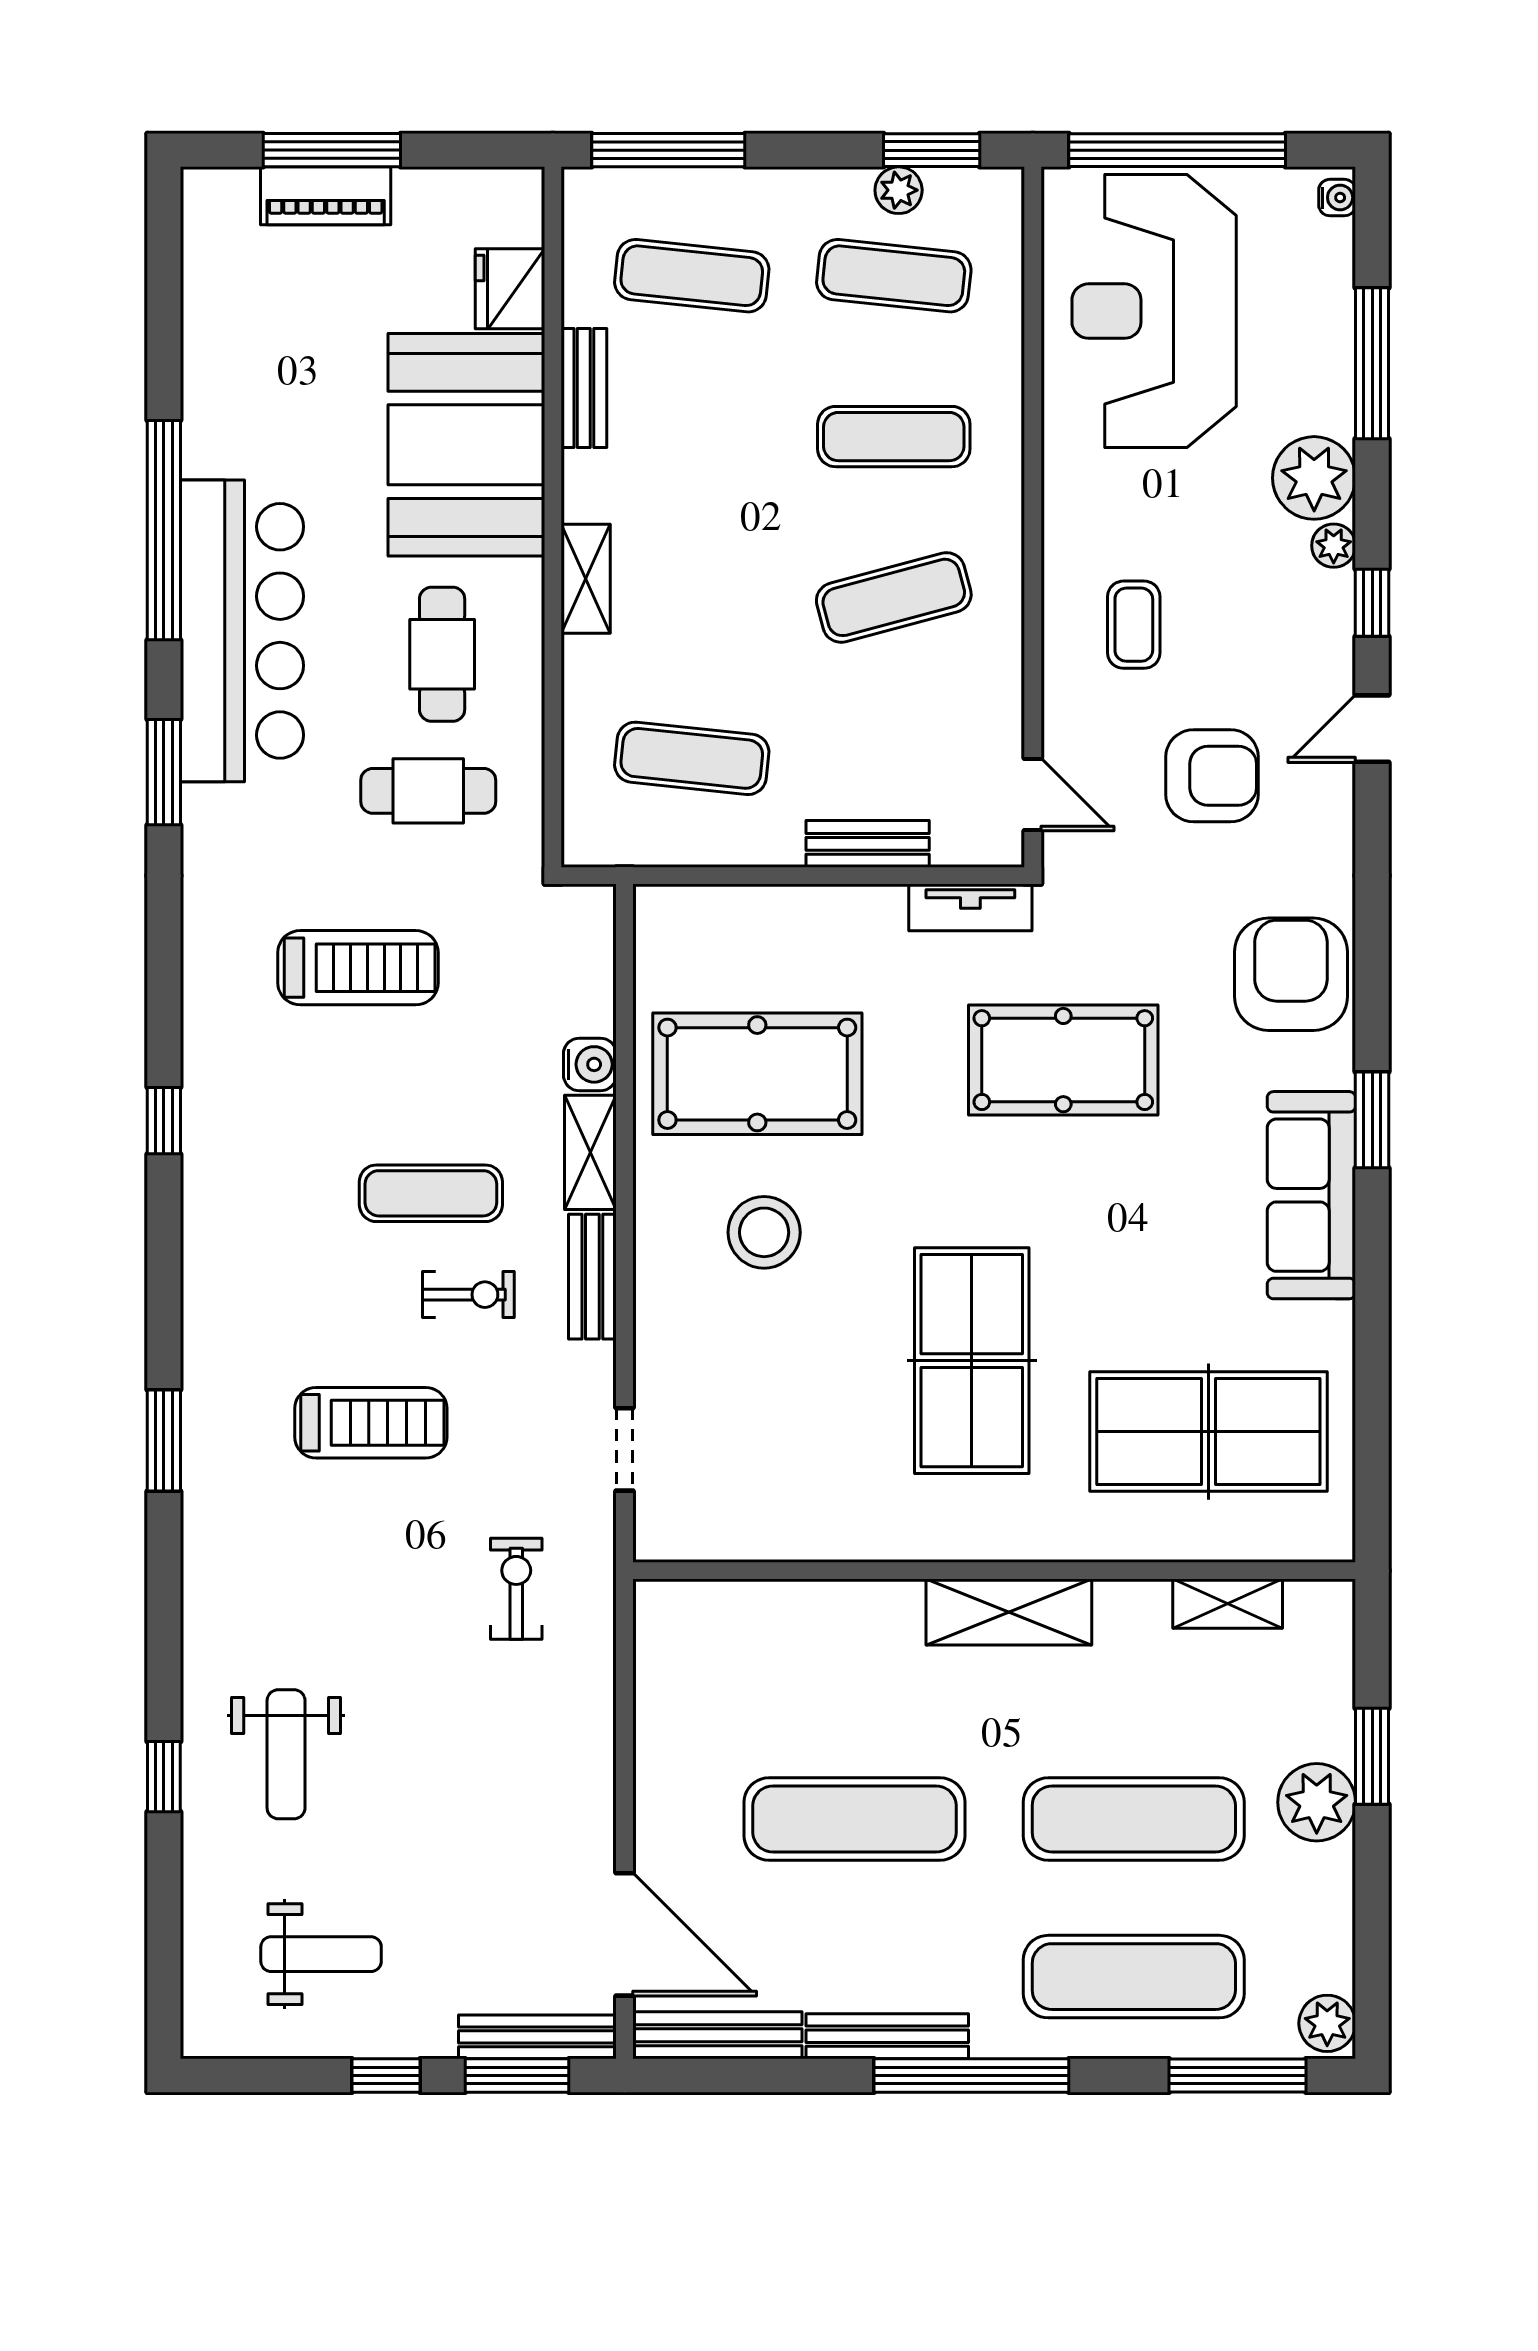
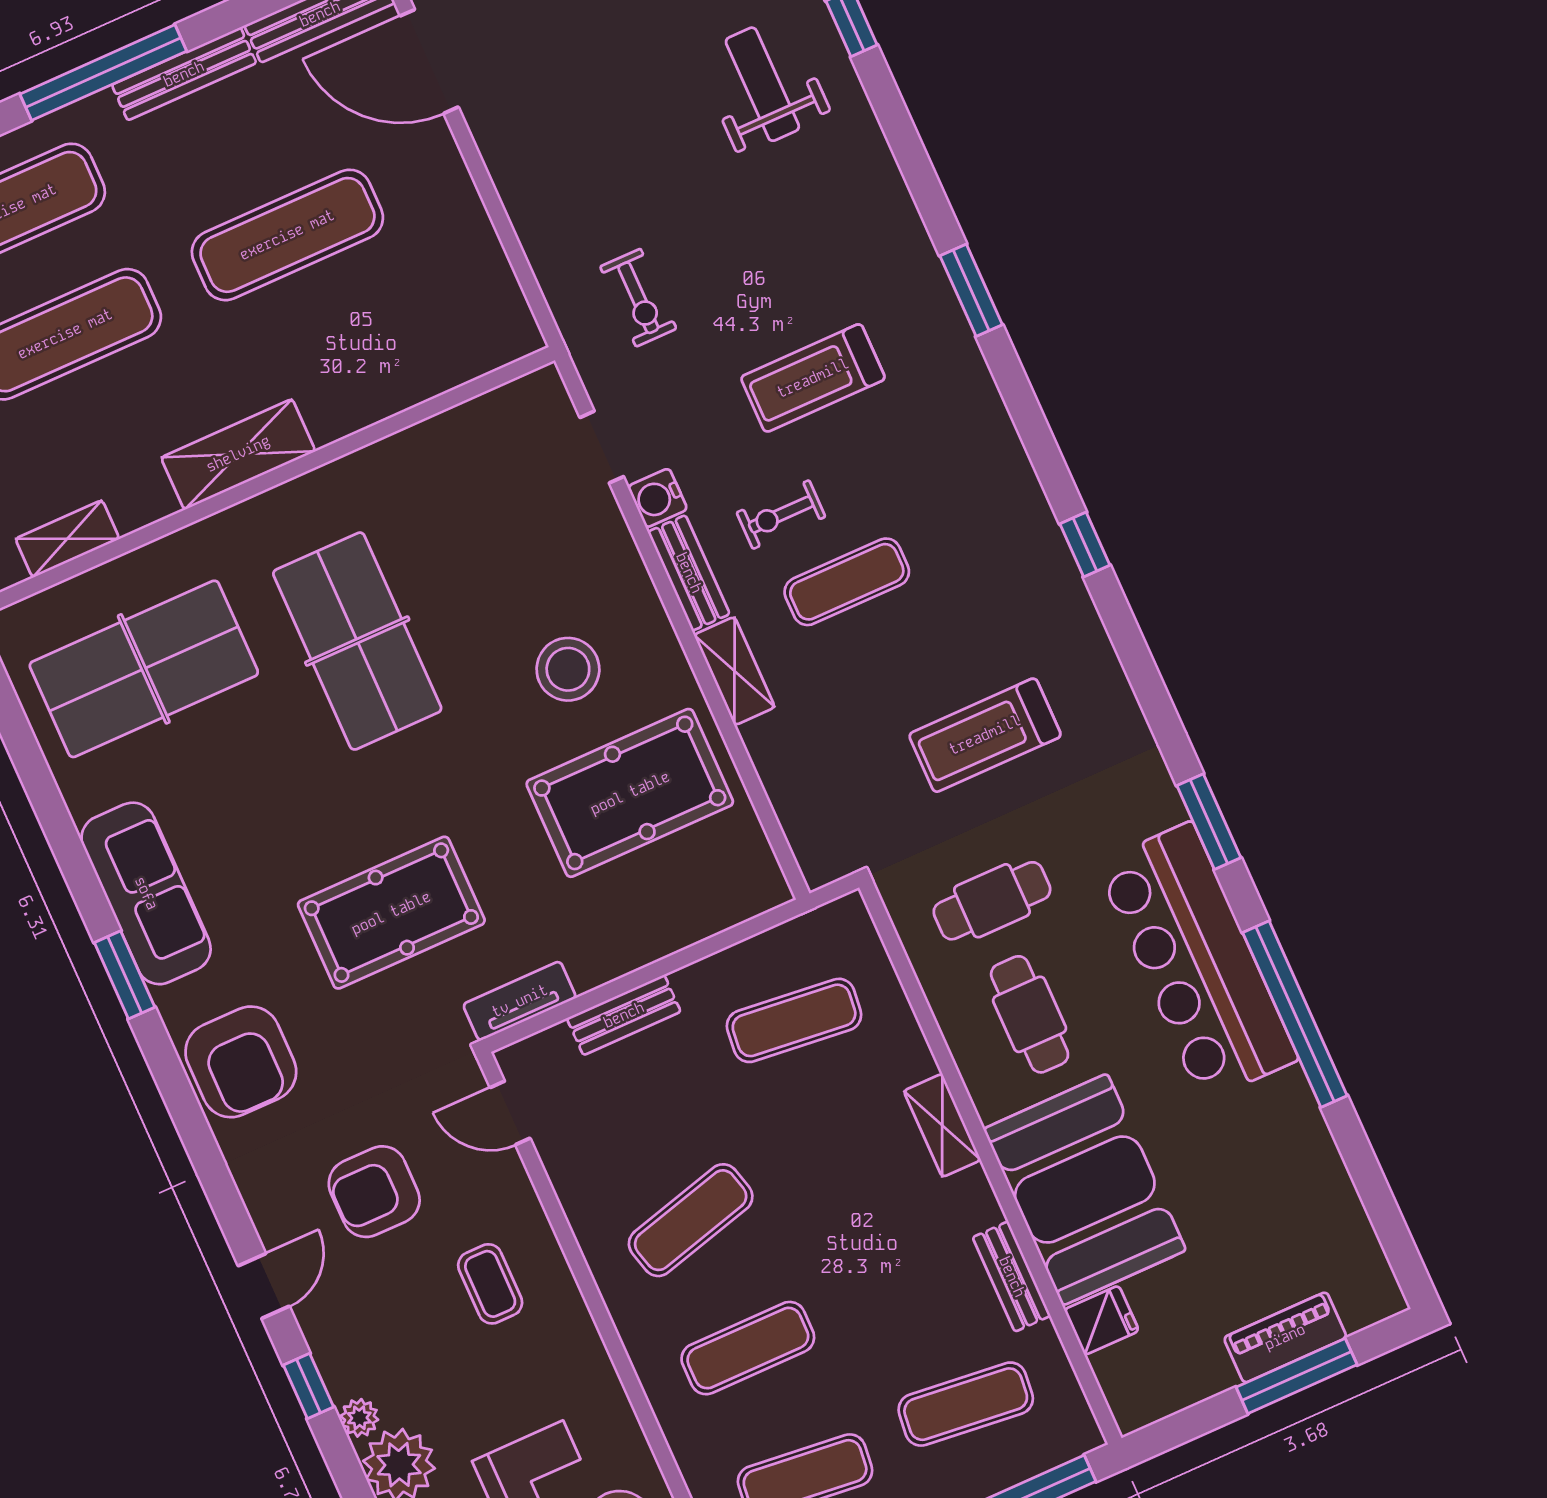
fridge: (510, 289) -> (1102, 1320), width x0.72
water cooler: (590, 1064) -> (658, 498), moved

